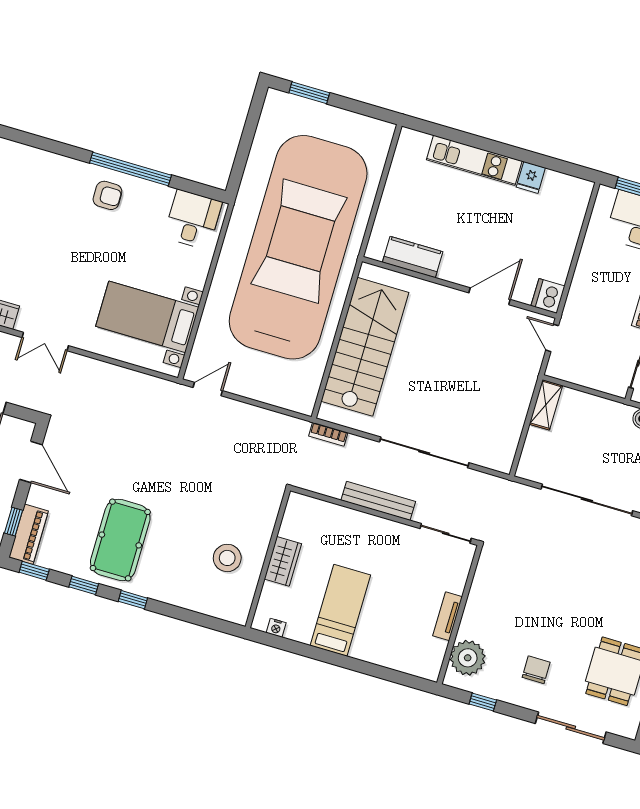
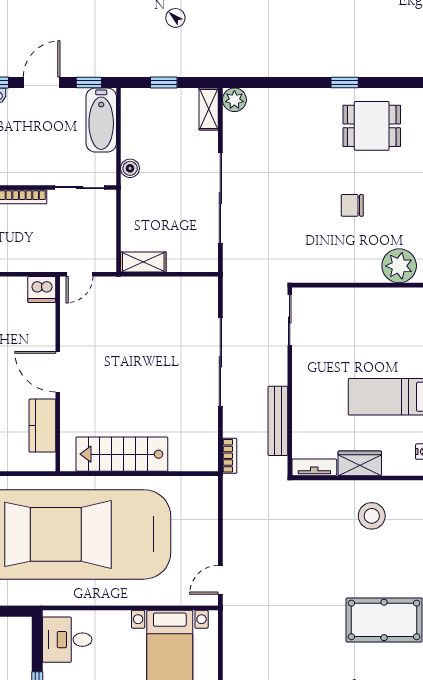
door: (490, 296) -> (58, 372), moved
stairs: (365, 347) -> (122, 454), width x0.73, depth x0.66
door: (208, 389) -> (220, 580), hinge flipped
bench: (378, 501) -> (278, 421), moved
tv unit: (448, 616) -> (314, 467), moved, turned 180
chair: (536, 670) -> (352, 205), moved

